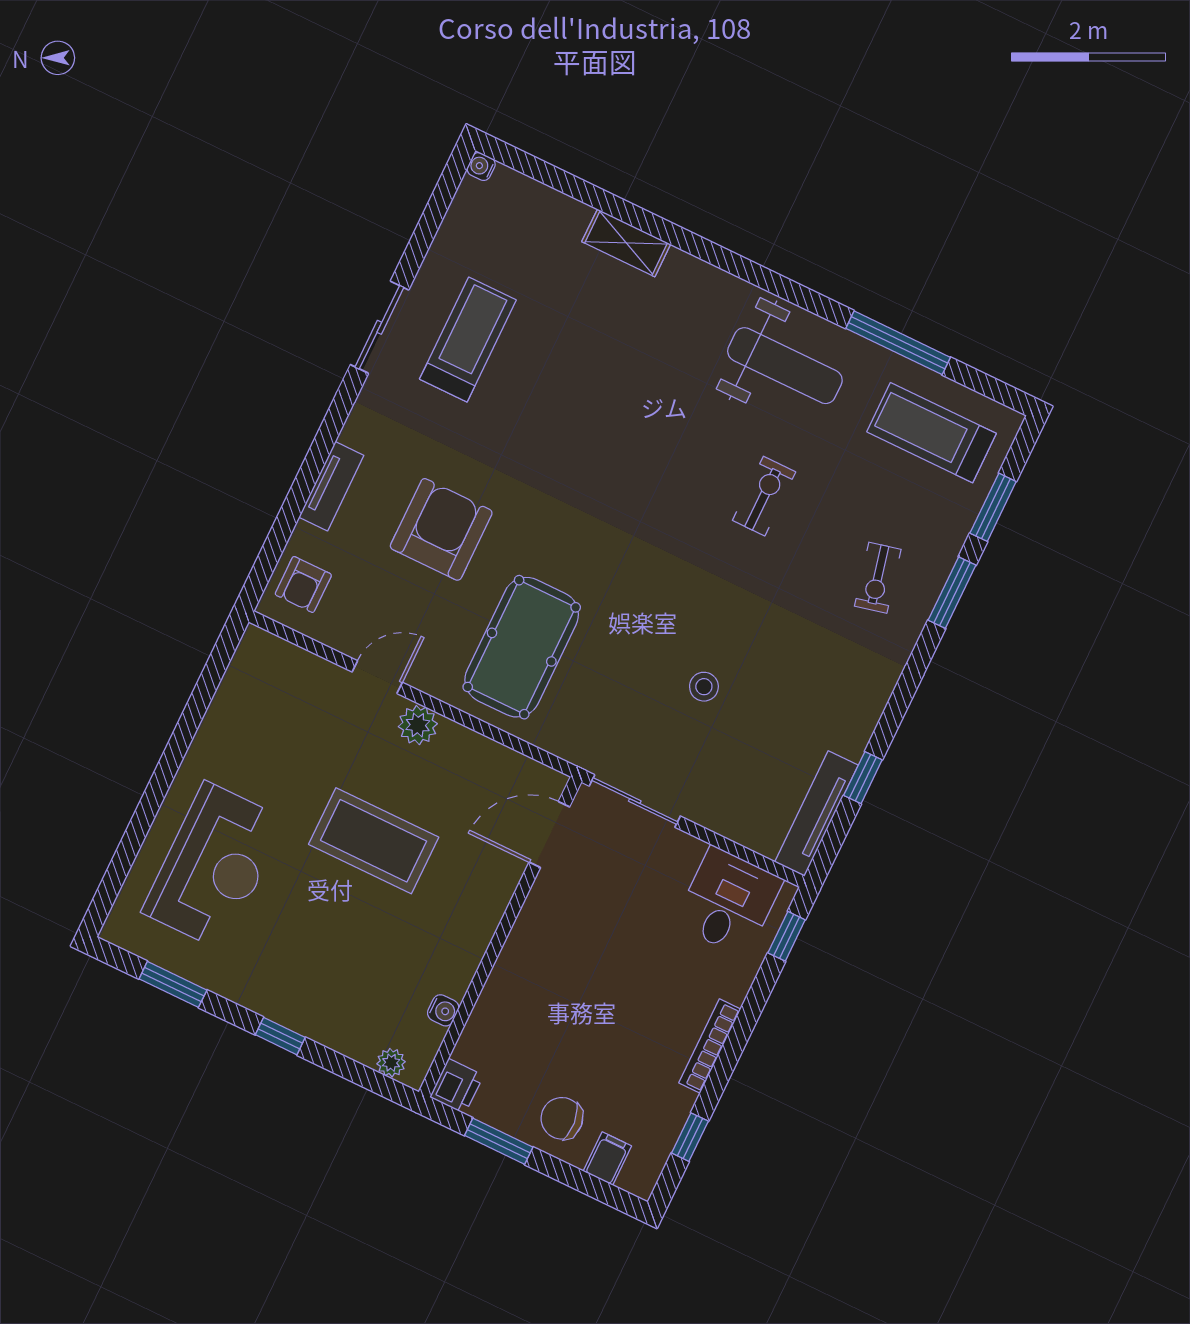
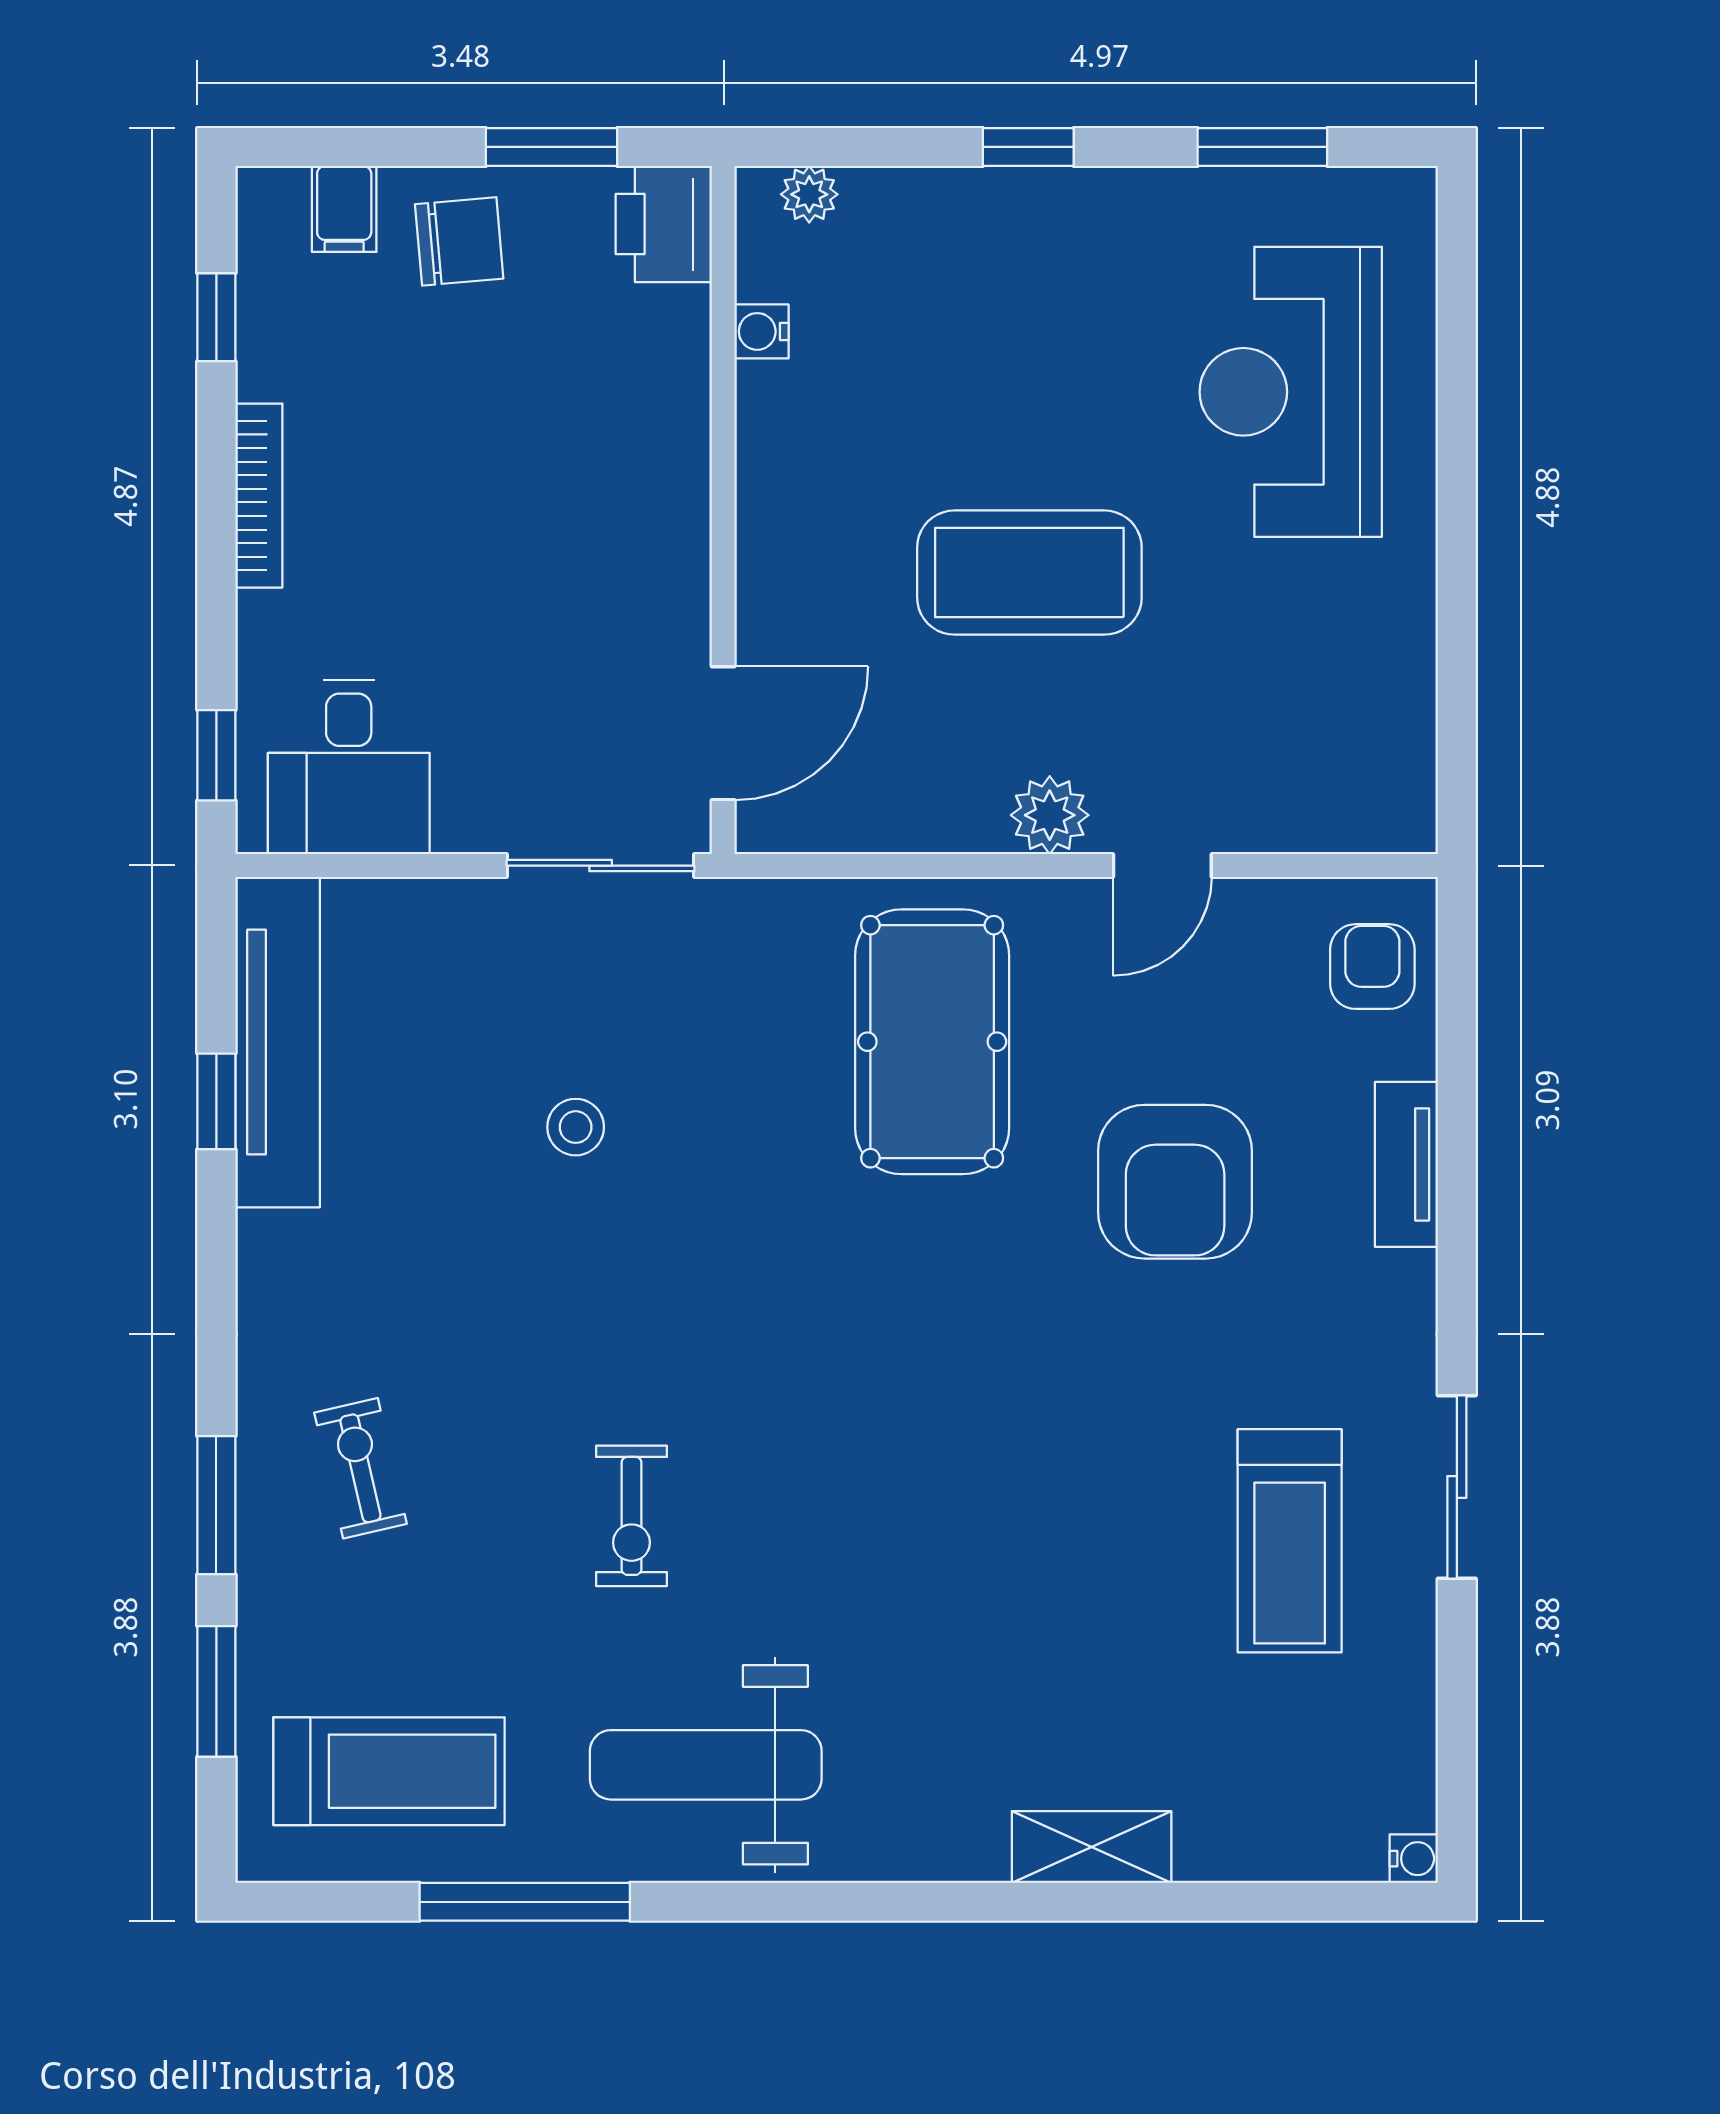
tv unit: (816, 814) -> (278, 1042), width x1.36, depth x1.29
printer: (457, 1086) -> (664, 224), width x1.36, depth x1.24

